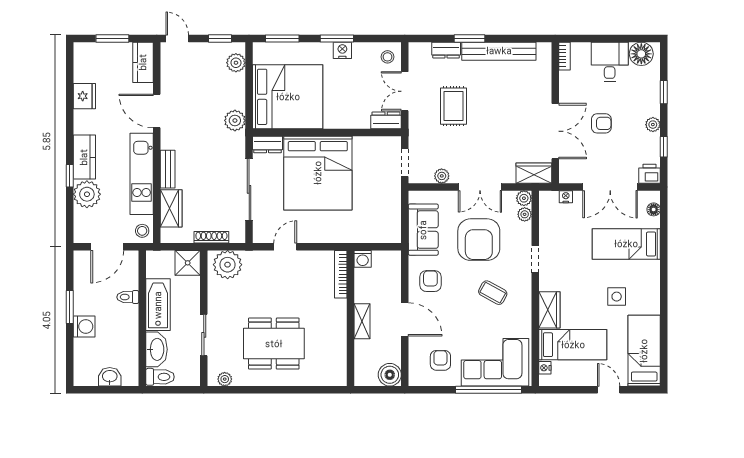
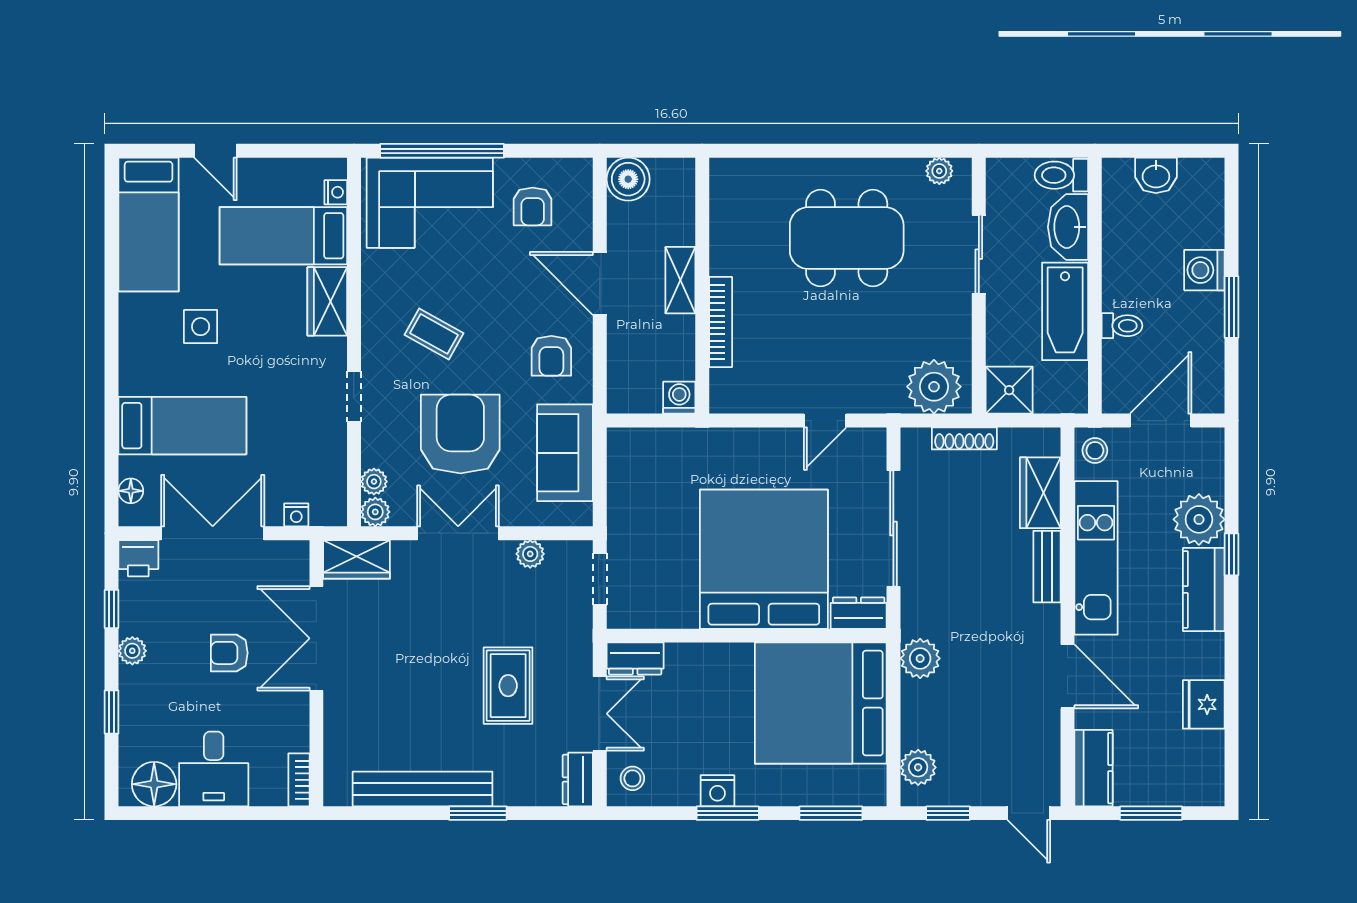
dresser: (446, 50) -> (578, 779), moved, turned -90
bookcase: (341, 274) -> (721, 322), moved

